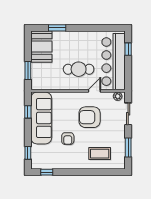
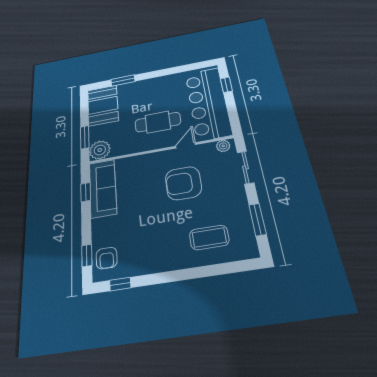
plant: (38, 83) -> (100, 150), added
sofa: (41, 118) -> (103, 188), width x0.74, depth x0.79
armchair: (68, 139) -> (107, 258), moved

